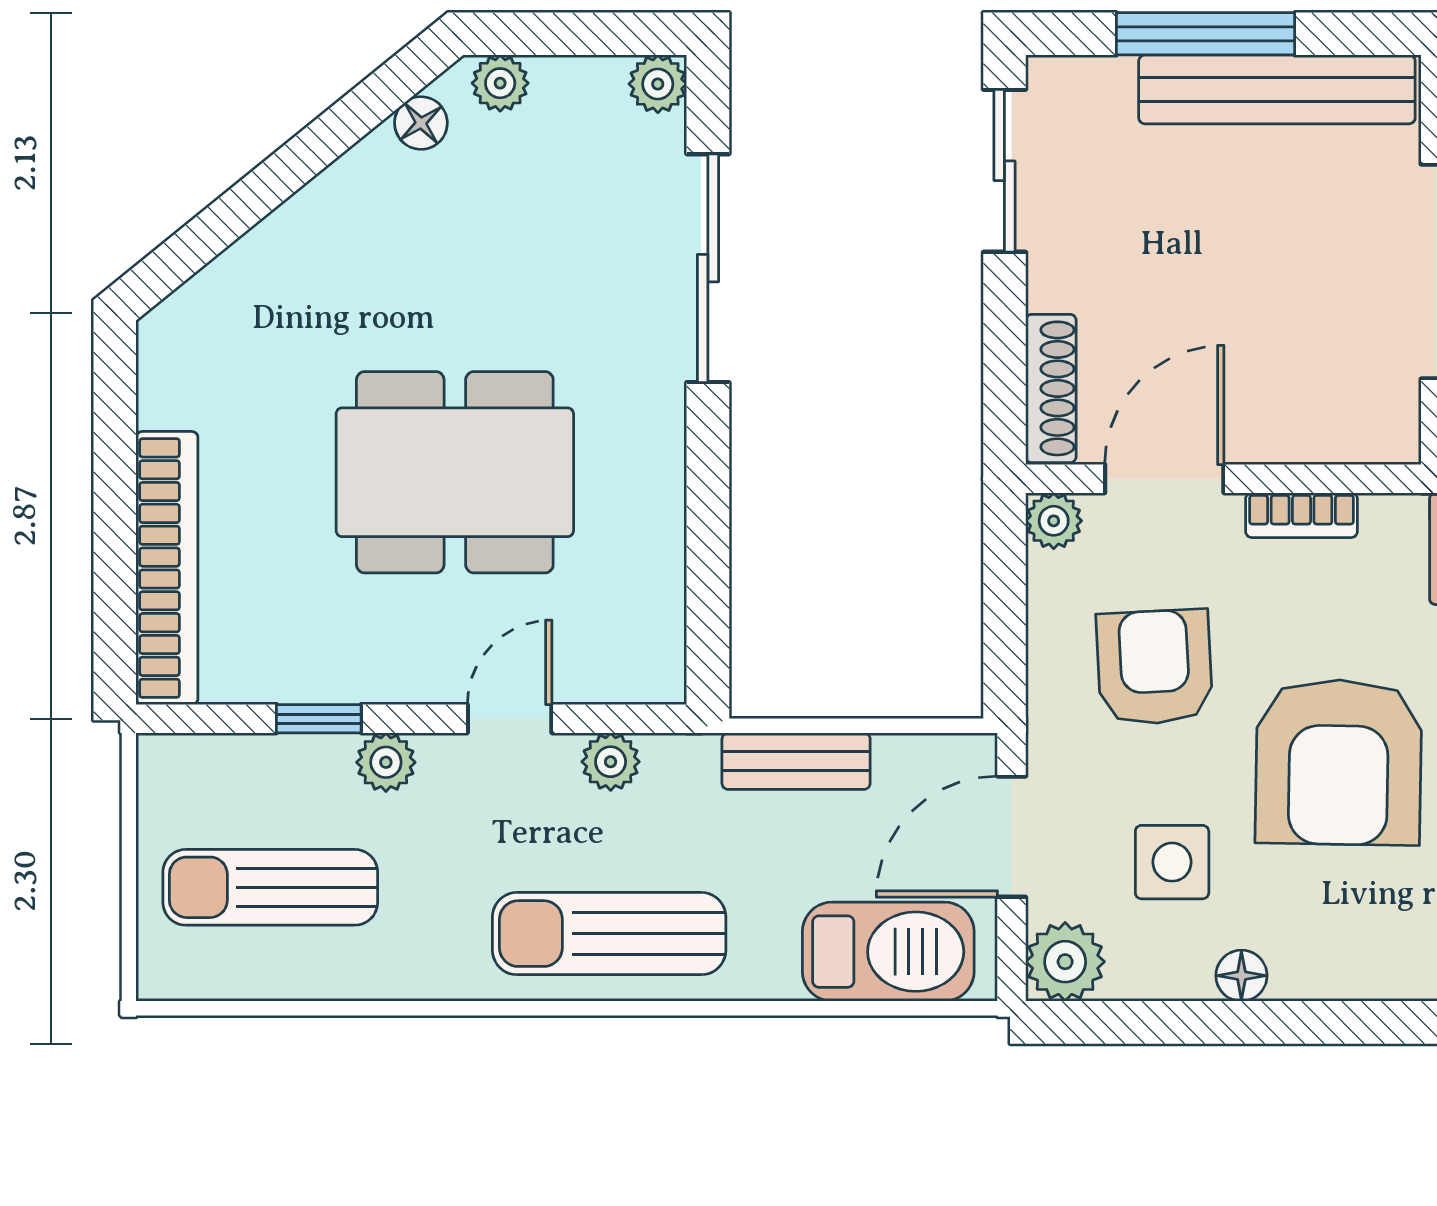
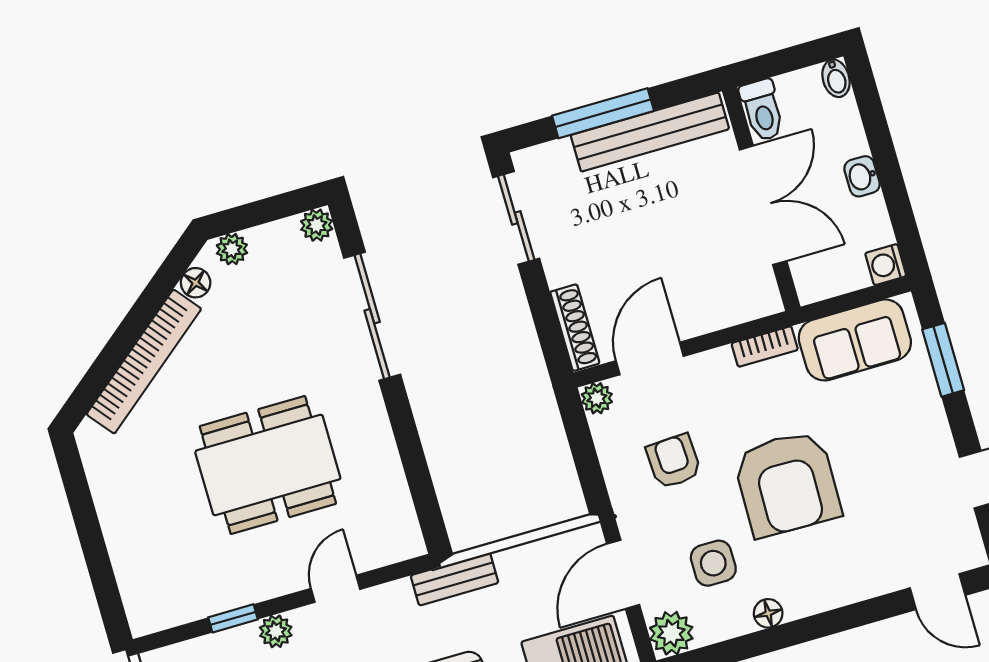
bookcase: (1302, 515) -> (765, 347), moved
bookcase: (167, 568) -> (144, 362), moved, turned 51
armchair: (1154, 667) -> (674, 461), width x0.72, depth x0.72
bench: (796, 761) -> (455, 579), moved
plant: (611, 762) -> (396, 596), removed

